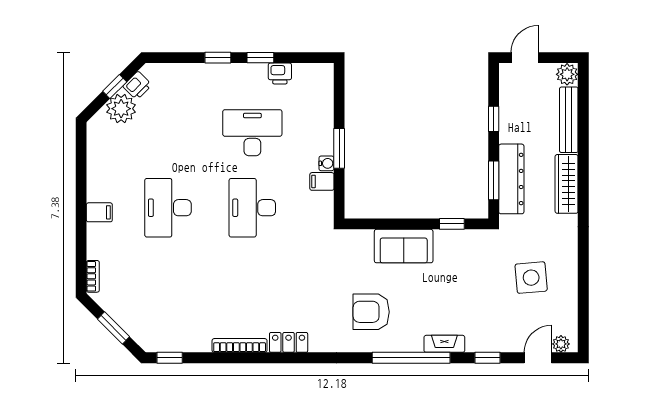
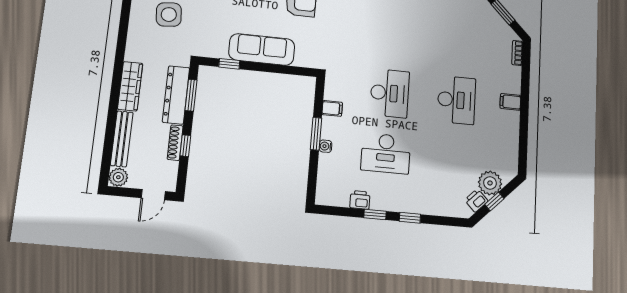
shoe rack: (506, 121) -> (175, 143), added
water cooler: (326, 163) -> (325, 146), moved
sofa: (404, 246) -> (262, 49), width x1.36

